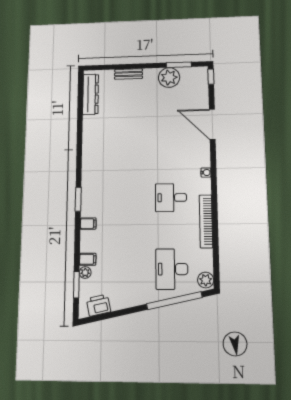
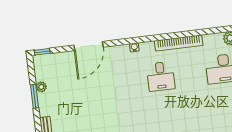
window: (179, 65) -> (35, 96), moved
plant: (169, 78) -> (41, 87), width x0.53, depth x0.53

